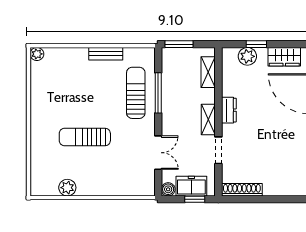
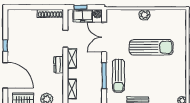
sun lounger: (85, 137) -> (151, 47), width x1.36, depth x1.34
double door: (158, 153) -> (104, 37), width x1.37
plant: (67, 188) -> (144, 15), moved

